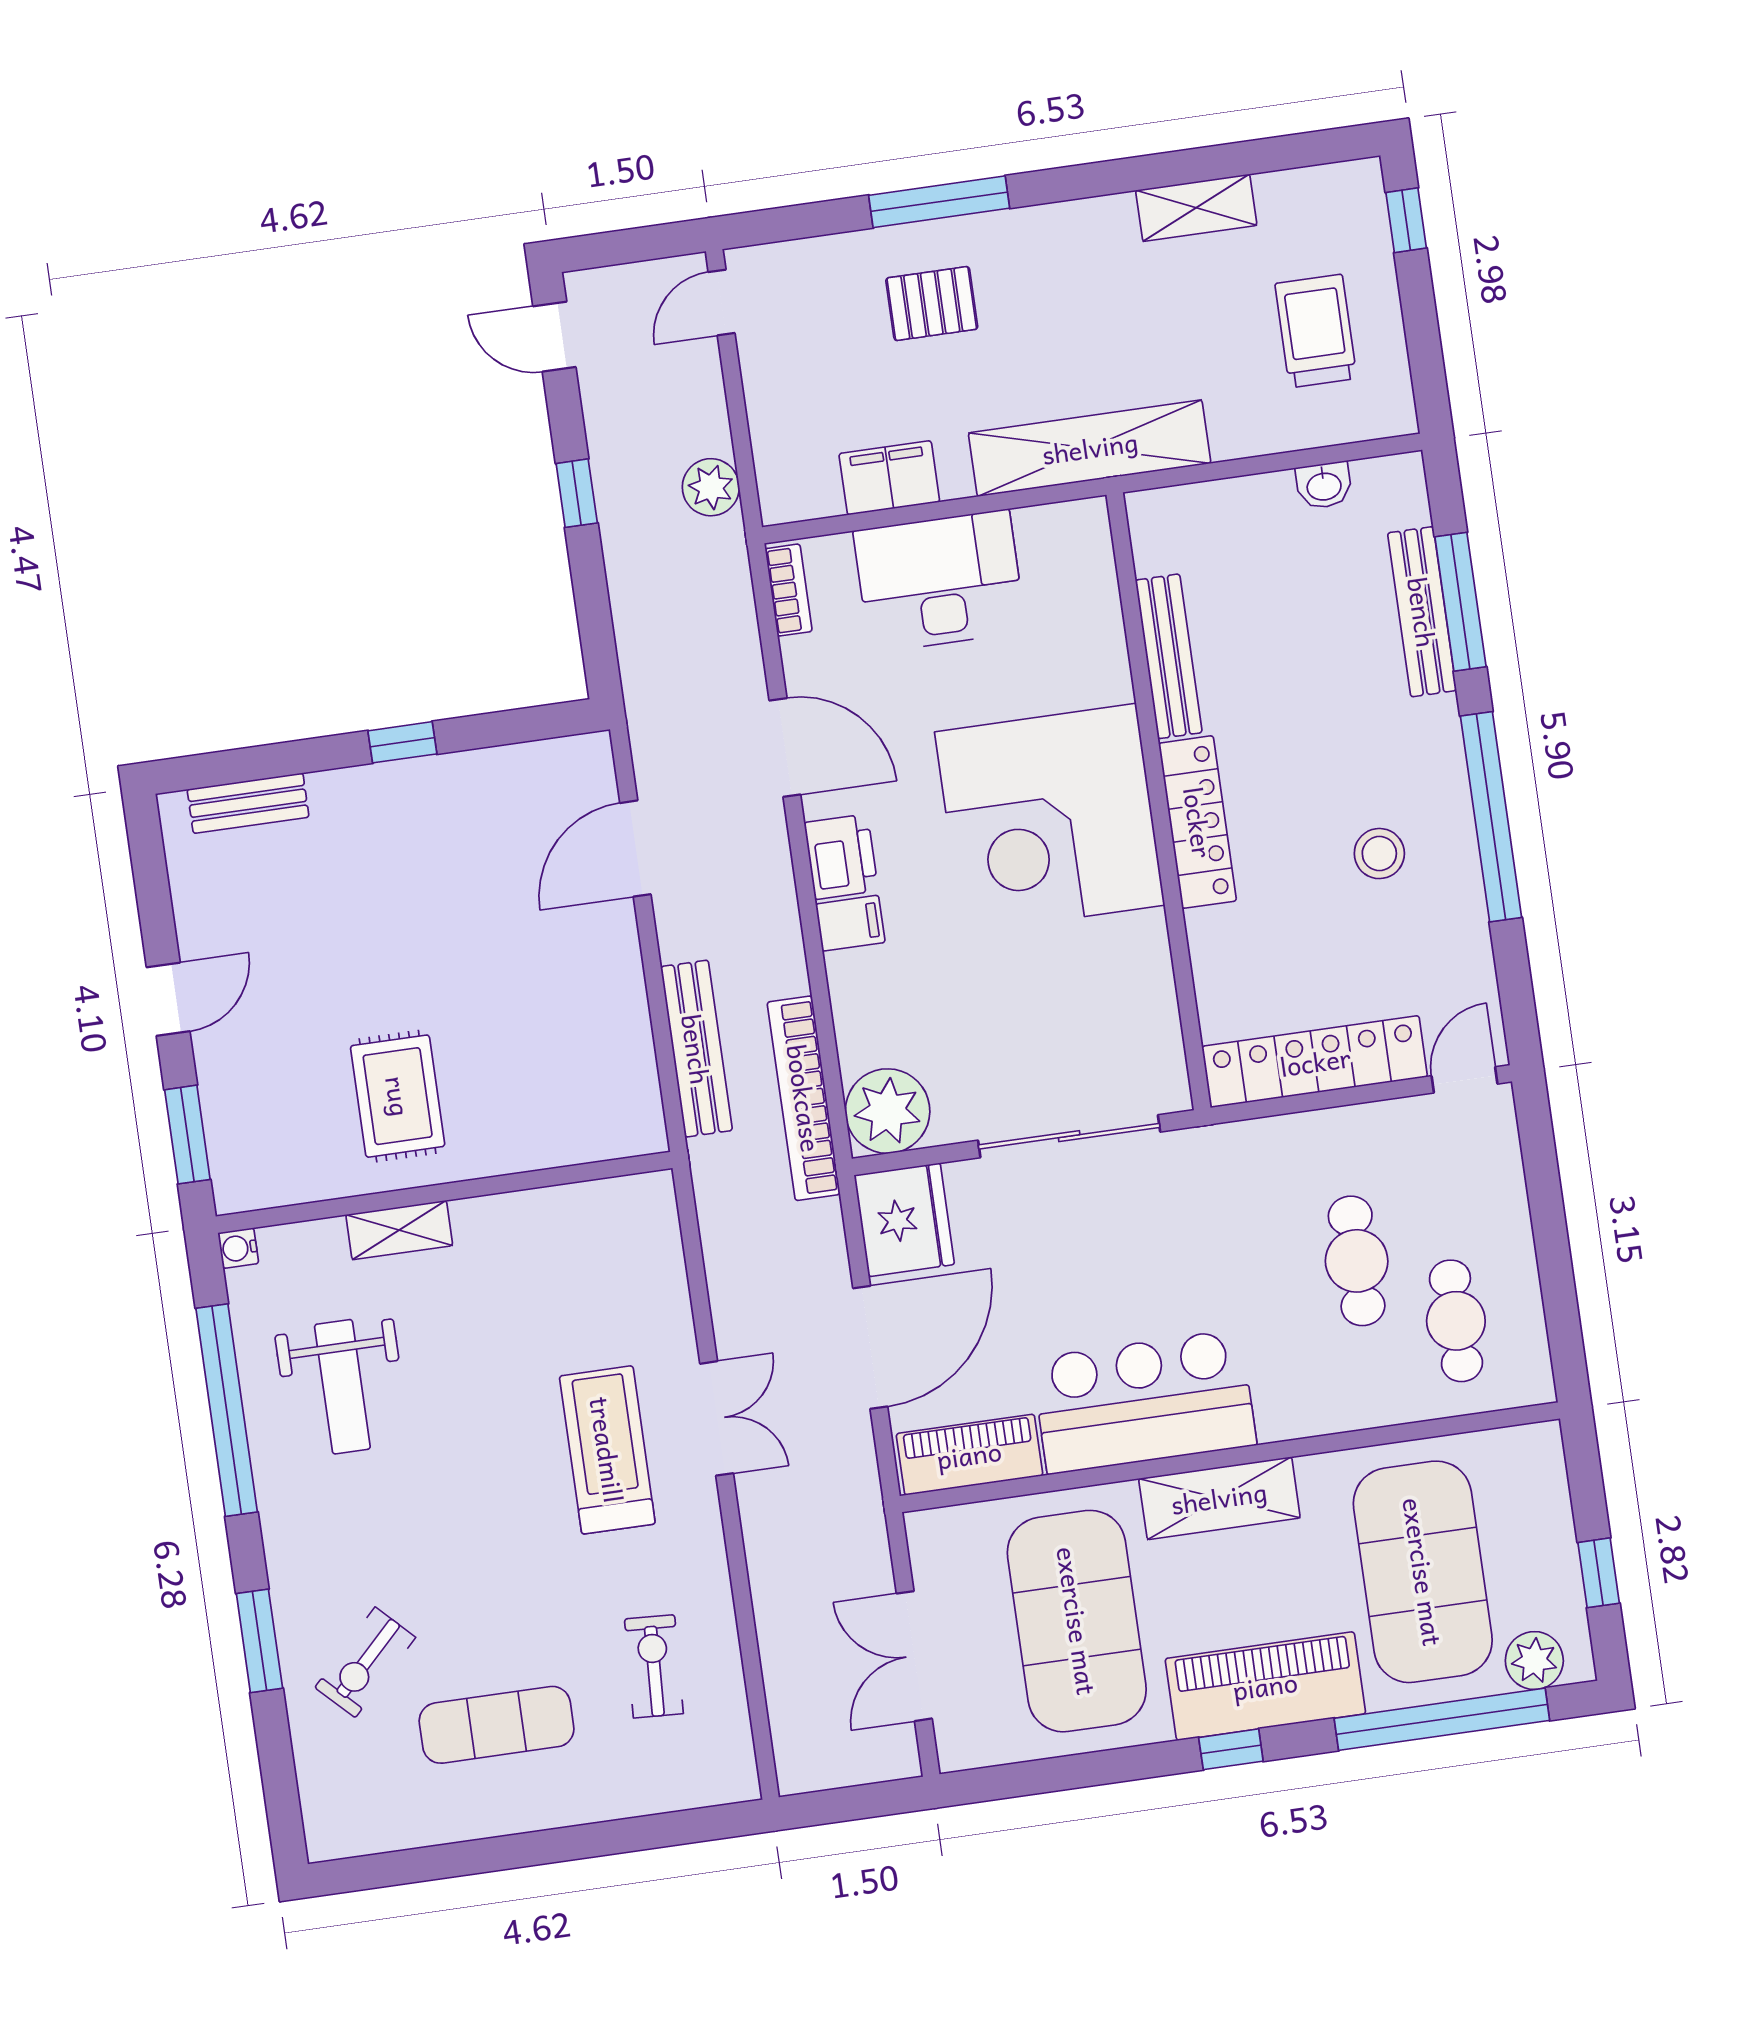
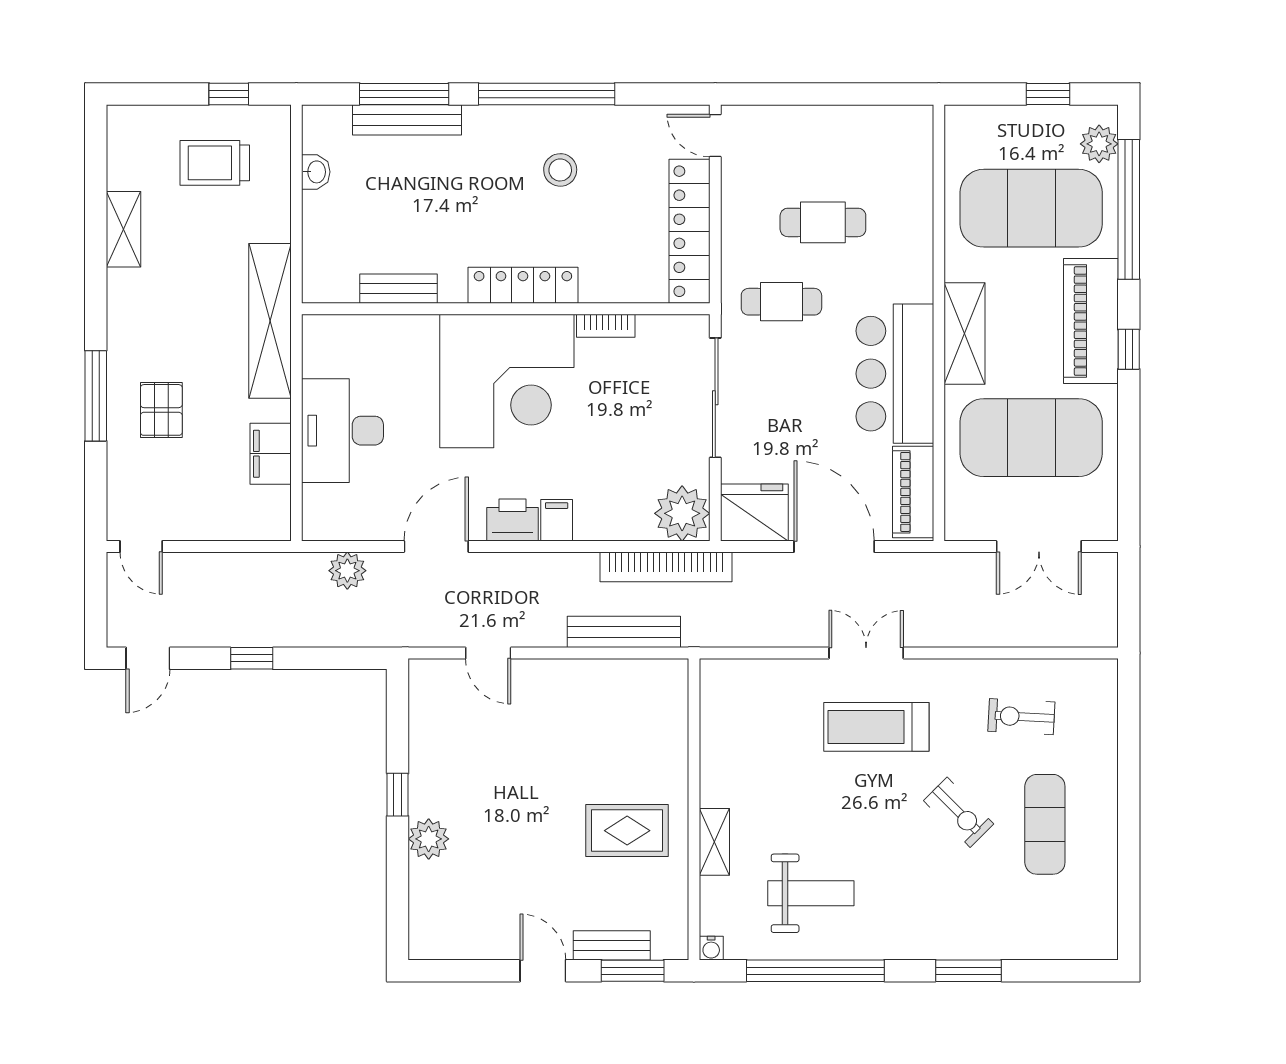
window: (1406, 220) -> (229, 94), moved
plant: (711, 487) -> (347, 571), moved
bookcase: (789, 590) -> (606, 326), moved, turned 180
bench: (1169, 656) -> (399, 289), width x0.73
plant: (342, 799) -> (429, 839), added
bench: (248, 803) -> (612, 945), moved, turned 90
door: (635, 849) -> (488, 653), width x0.73
cafe table: (1456, 1321) -> (781, 302), moved
exercise bike: (365, 1662) -> (959, 812), moved

